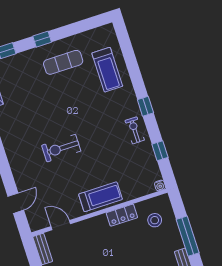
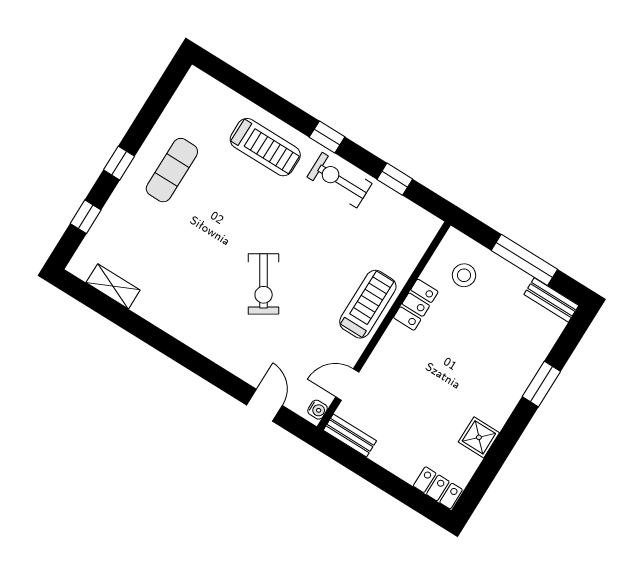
treadmill: (107, 70) -> (265, 147), moved
exercise bike: (135, 130) -> (339, 180), width x1.38, depth x1.39
exercise bike: (61, 148) -> (264, 284), turned -32
water cooler: (160, 185) -> (318, 410), moved

